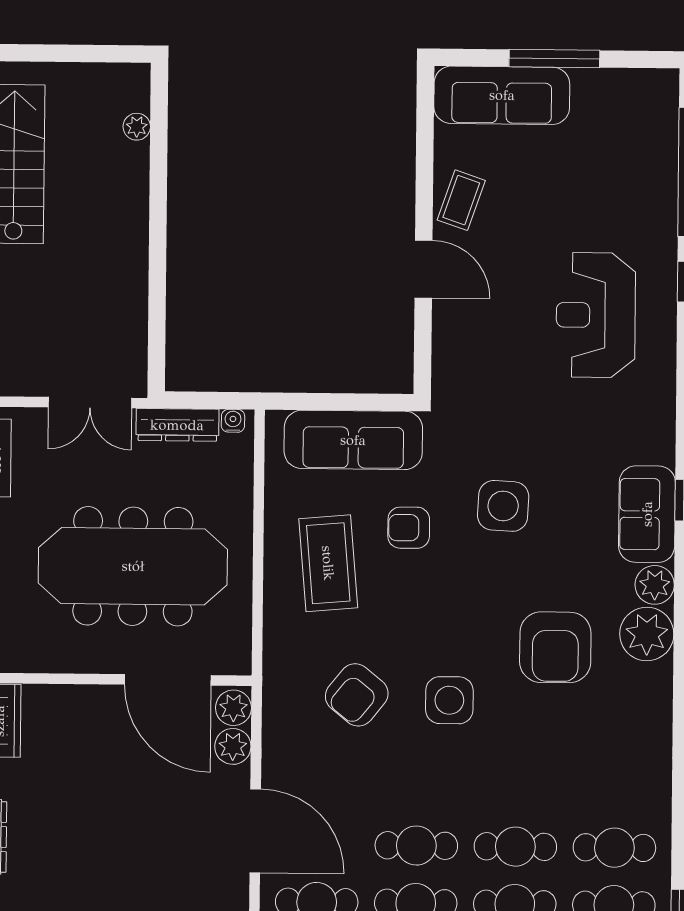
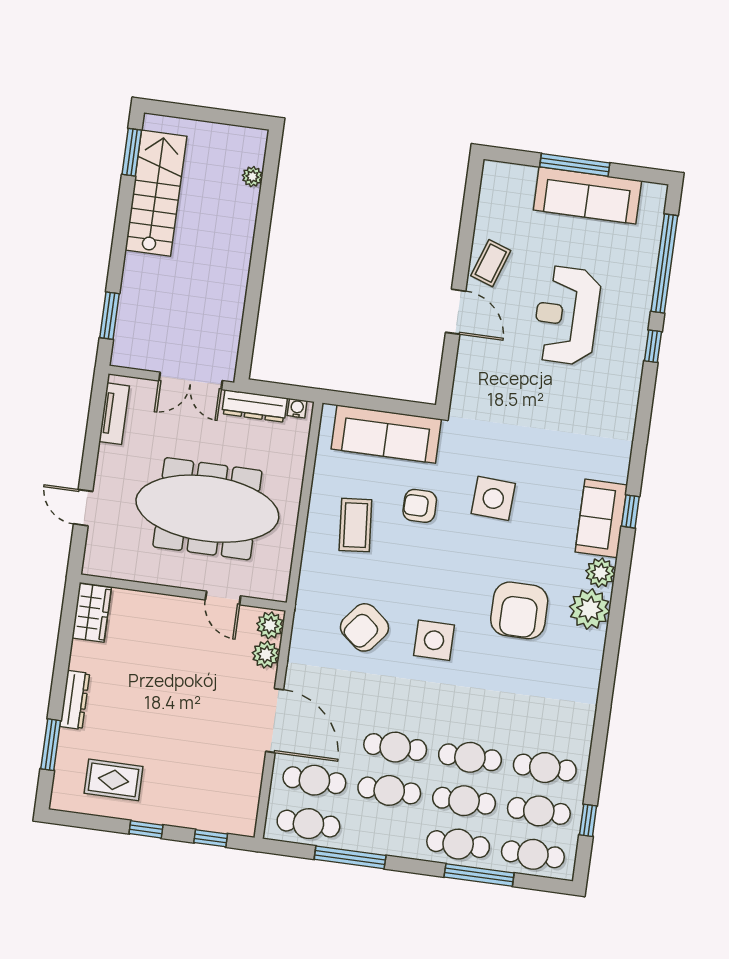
sofa: (502, 95) -> (587, 195), moved
reception desk: (596, 315) -> (566, 315), moved
coffee table: (328, 563) -> (355, 525), width x0.73, depth x0.76
door: (168, 680) -> (223, 598), width x0.53

